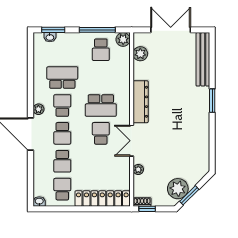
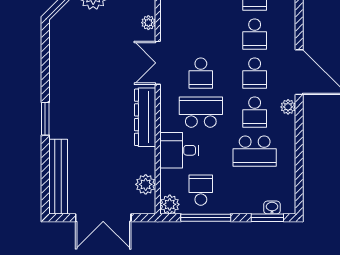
desk: (116, 78) -> (179, 150), added
school desk: (62, 133) -> (255, 73), turned 180
double door: (132, 141) -> (158, 63), swing flipped
school desk: (62, 161) -> (255, 34), turned 180

